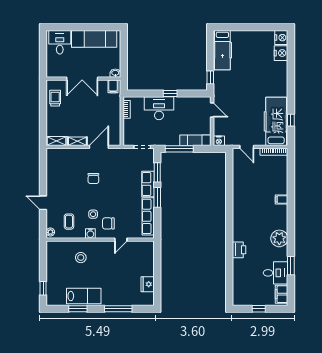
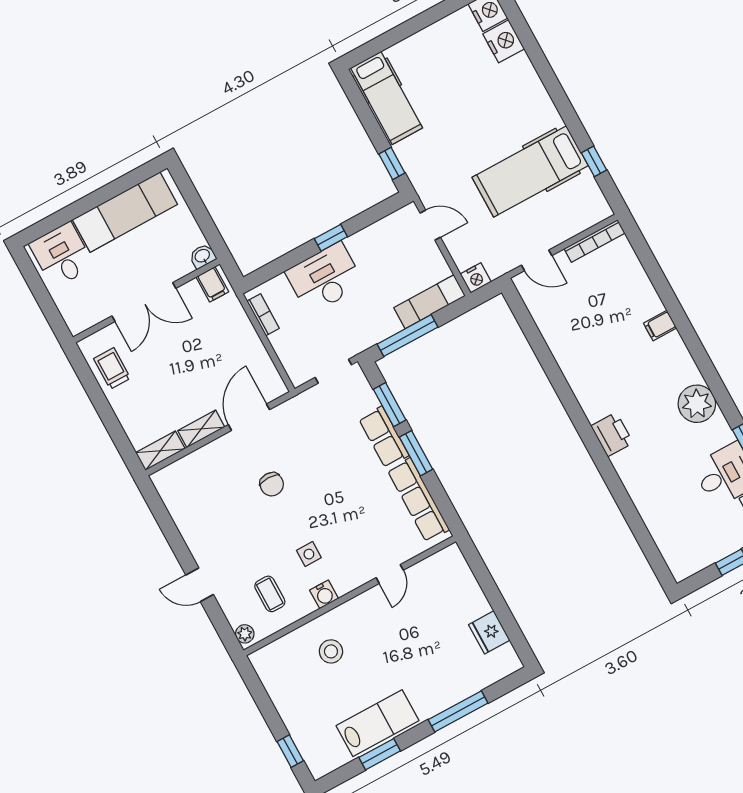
hospital bed: (276, 121) -> (530, 171), moved, turned -90
chair: (108, 223) -> (348, 556), removed
printer: (239, 250) -> (612, 434), moved

